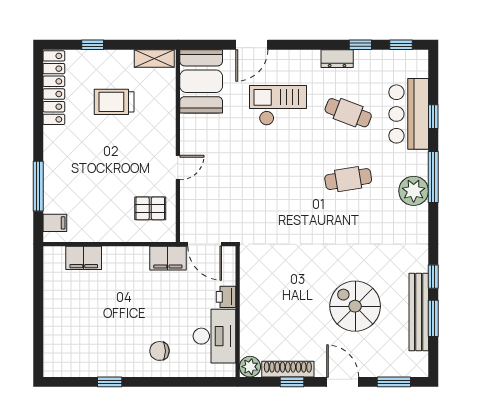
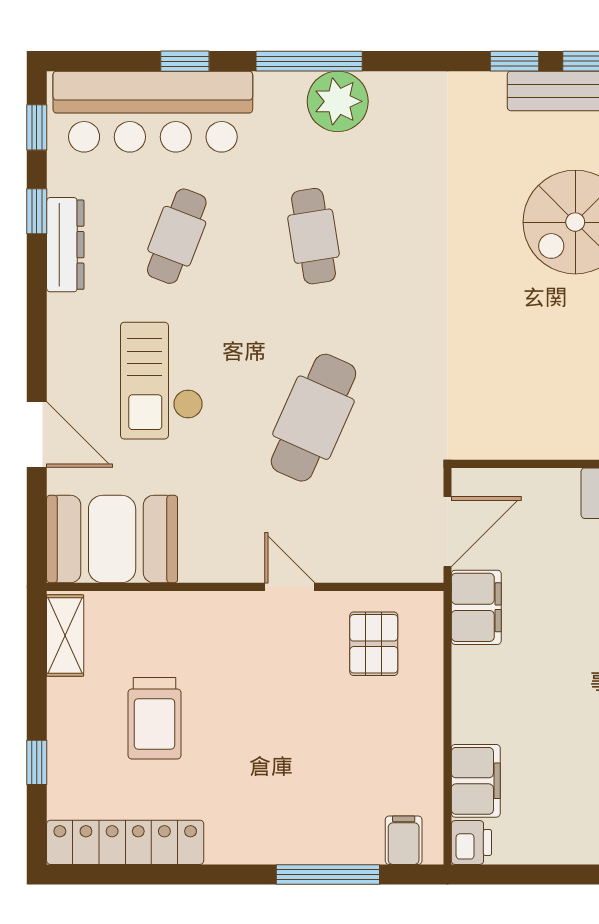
dresser: (337, 59) -> (65, 245), width x1.44
bar counter: (409, 114) -> (153, 112), width x1.36
cafe table: (260, 179) -> (313, 418), added
printer: (226, 297) -> (471, 842), moved, turned -90

